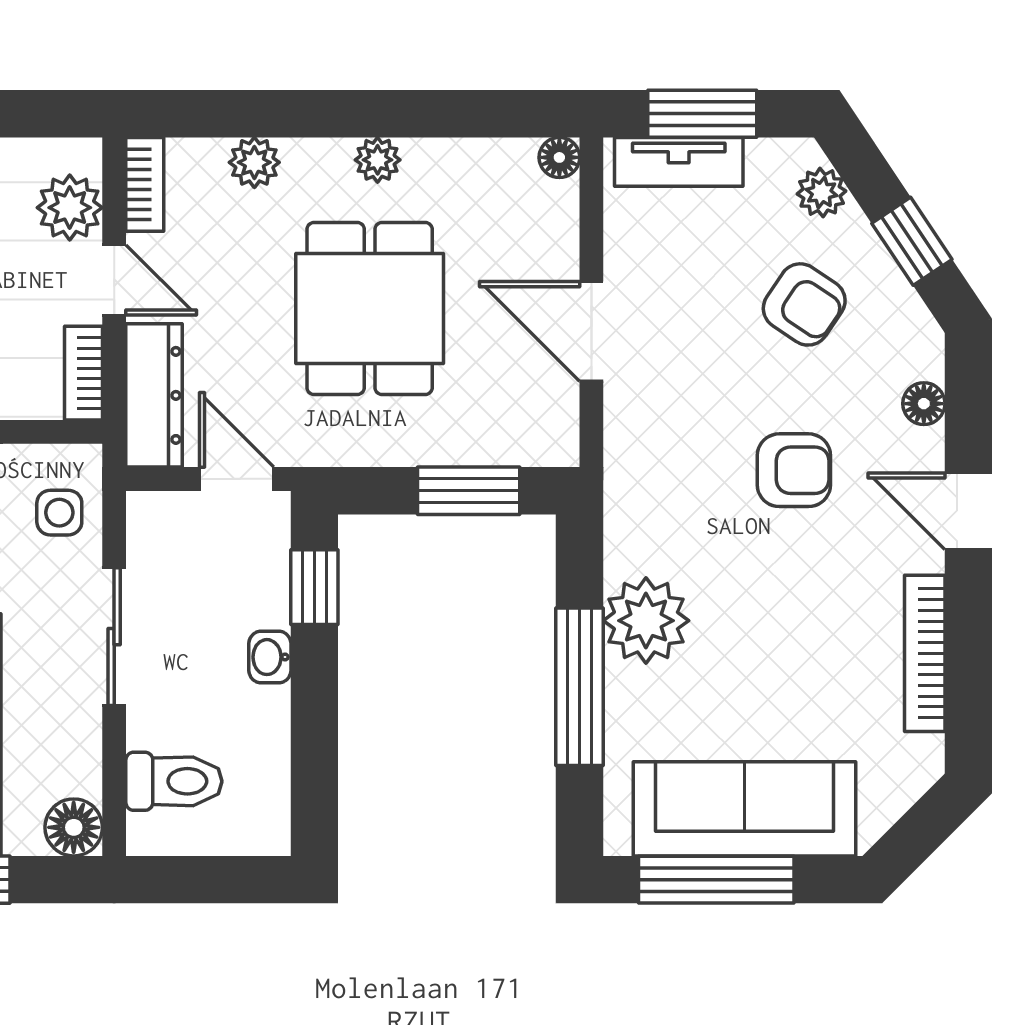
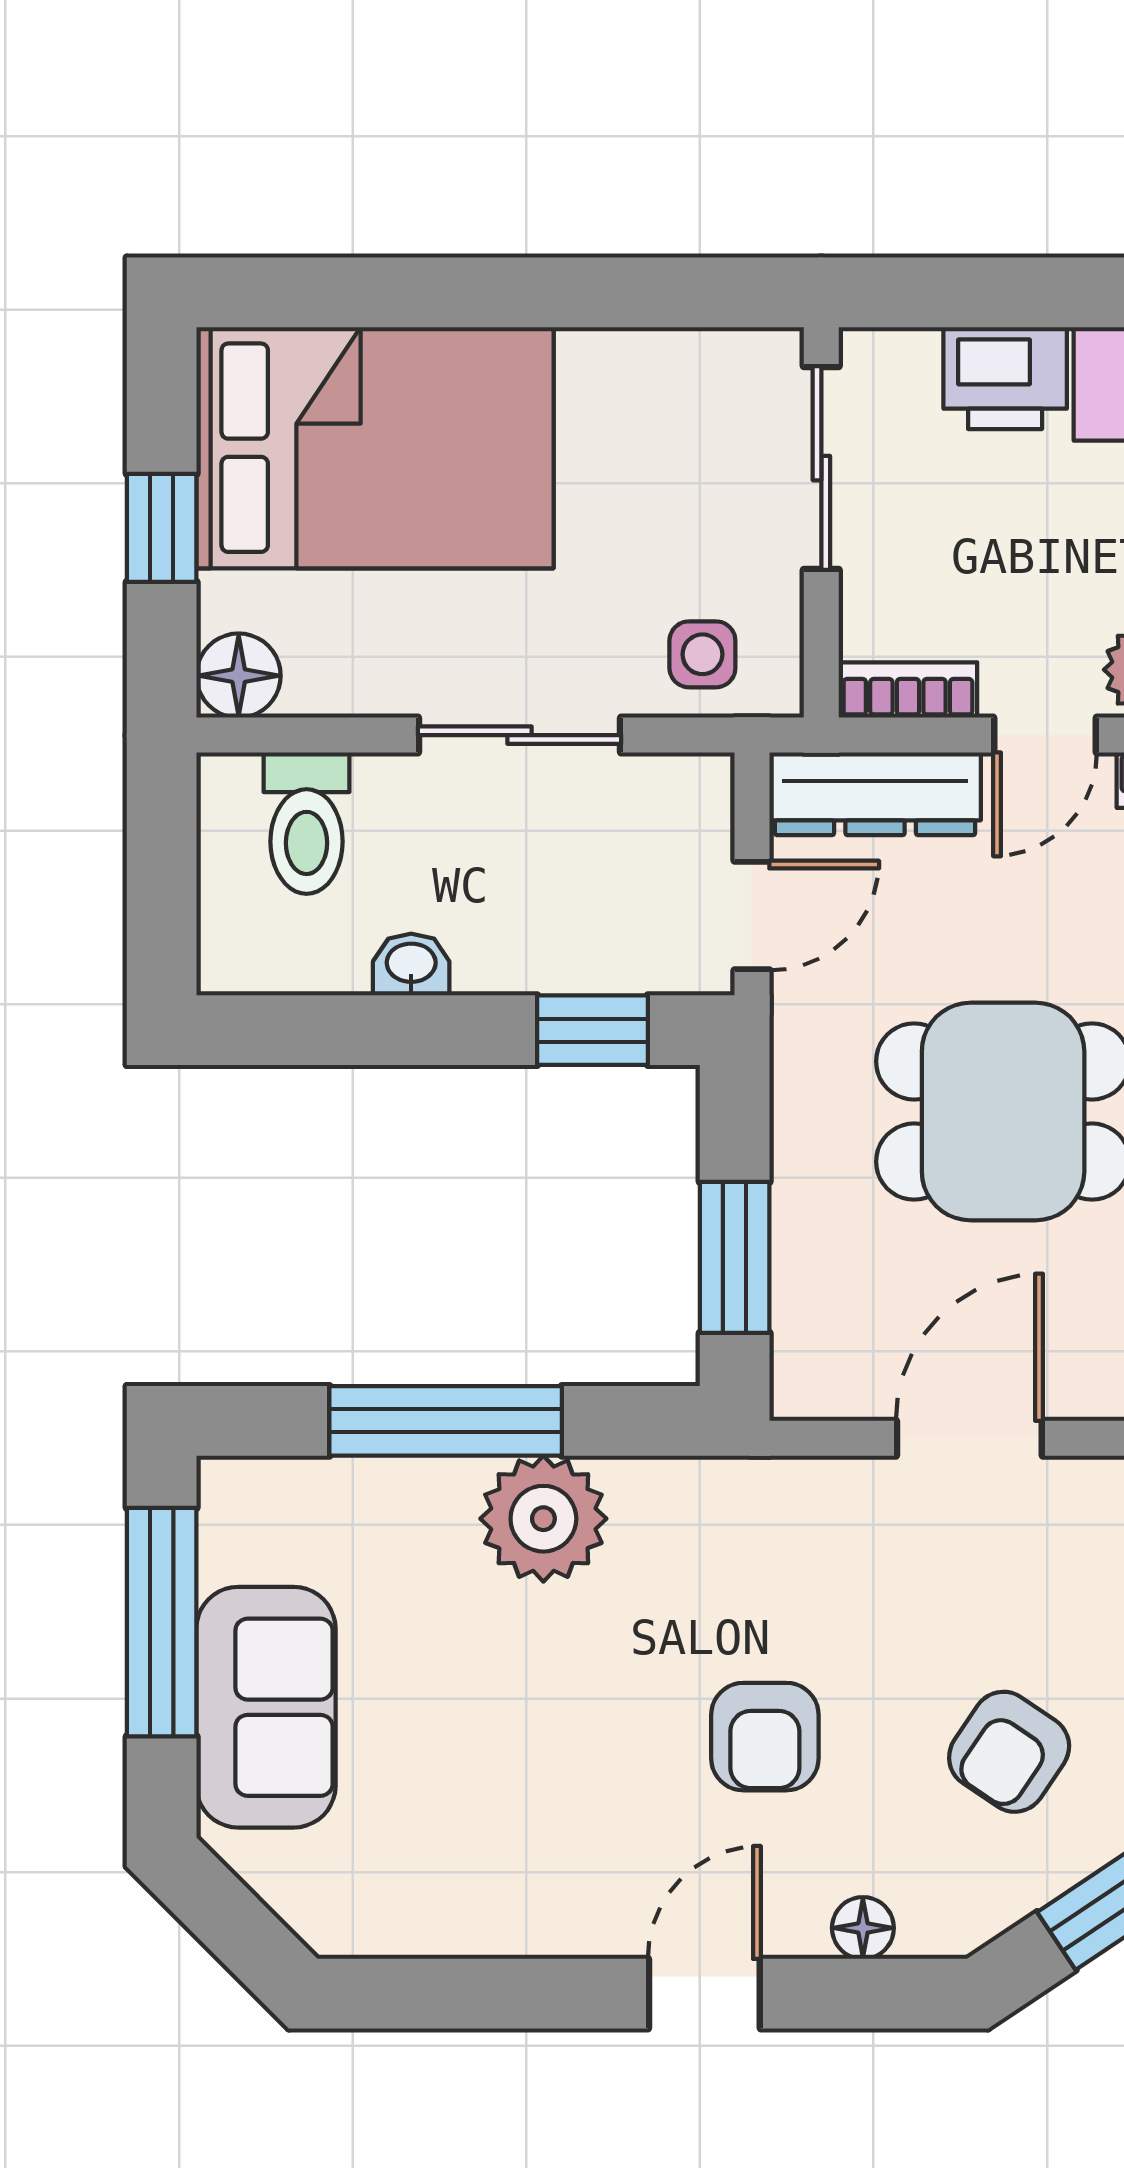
bookcase: (925, 653) -> (495, 1929), removed
washbasin: (270, 657) -> (411, 965), moved
sofa: (745, 809) -> (266, 1707), width x0.73

